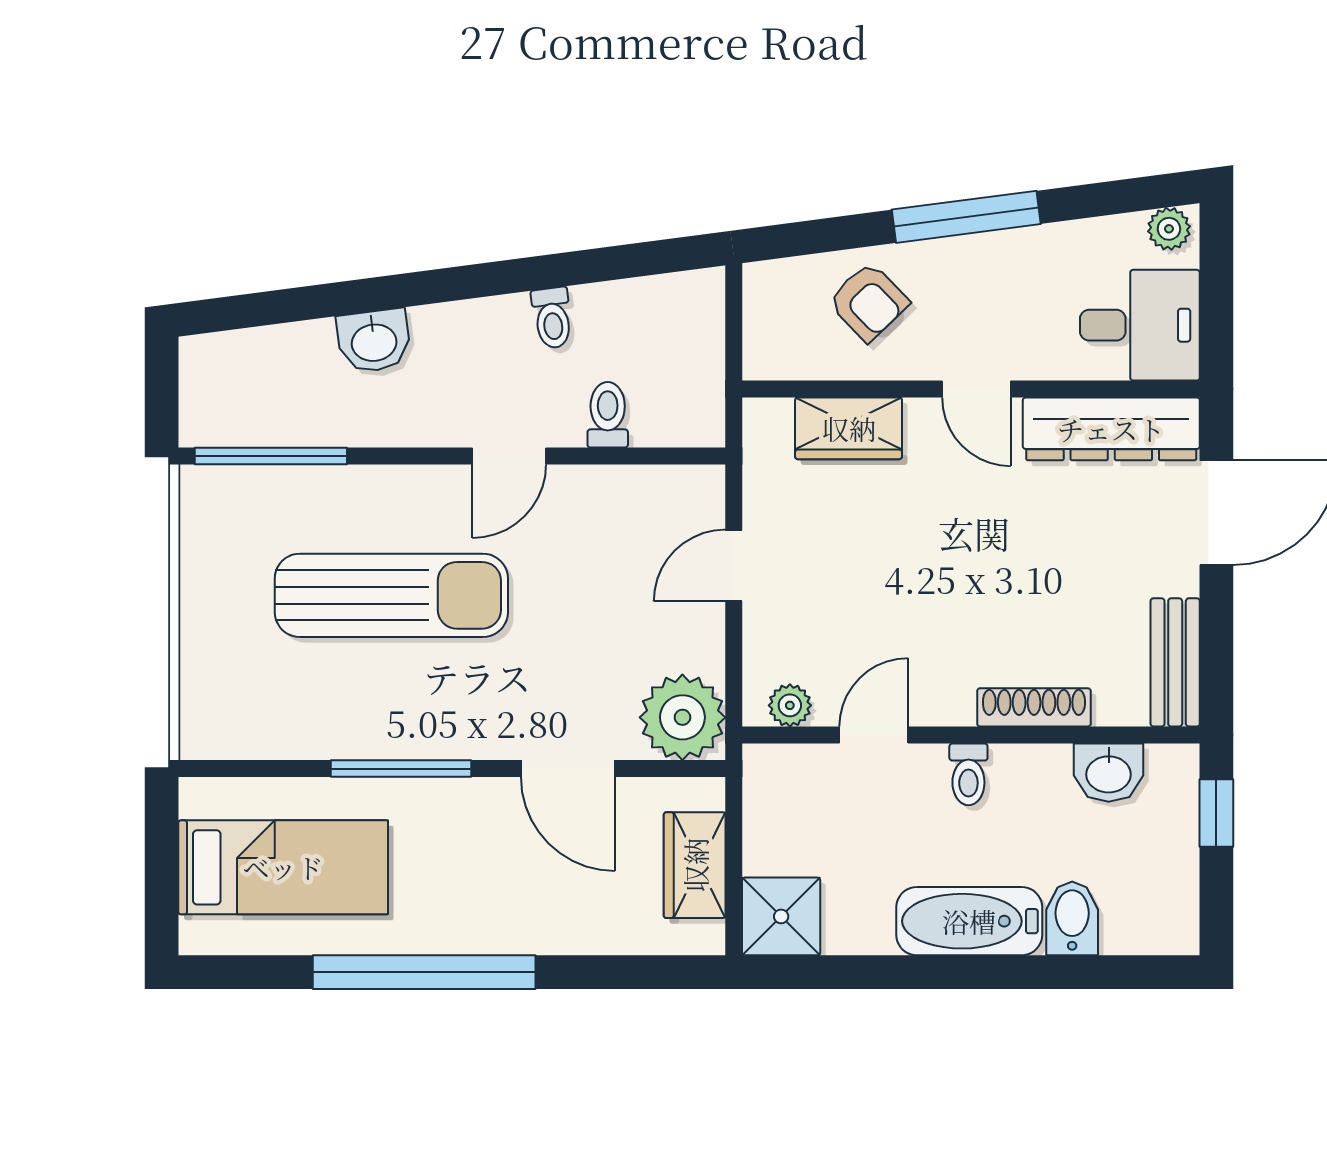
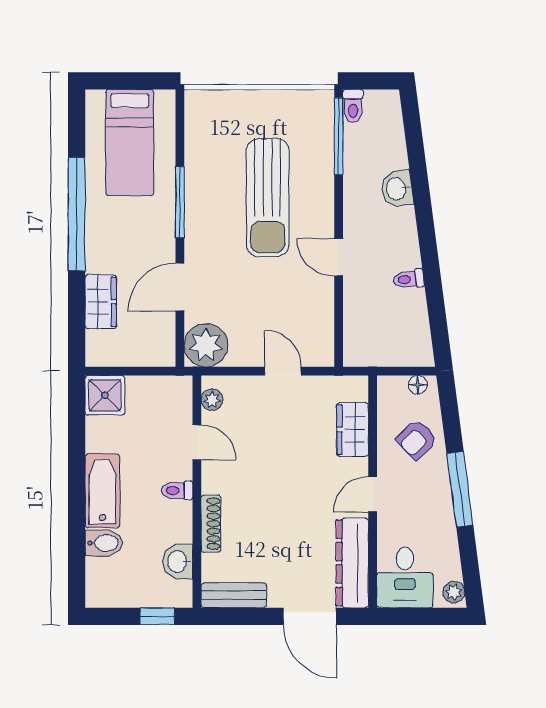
floor lamp: (760, 300) -> (418, 385), added
toilet: (608, 415) -> (353, 106), moved, turned 90
wardrobe: (695, 865) -> (101, 302), moved, turned 90

